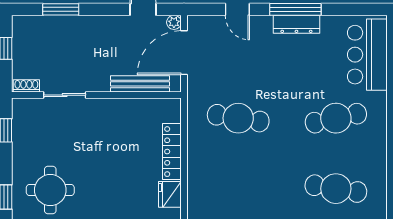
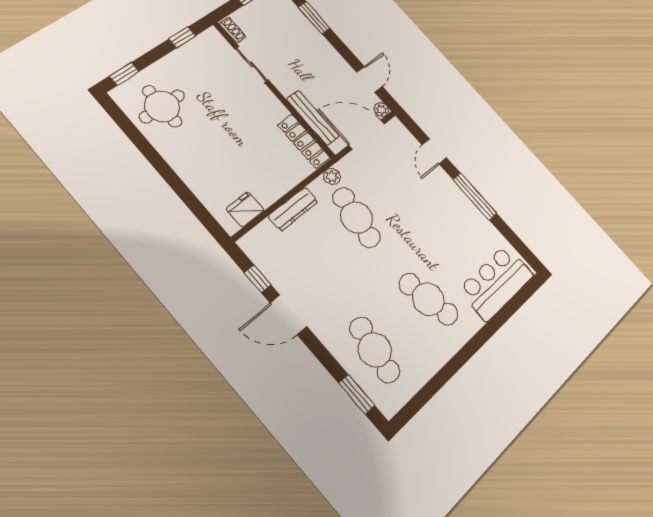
dresser: (296, 24) -> (293, 209), moved, turned -90
plant: (195, 109) -> (332, 177), added
locker: (172, 152) -> (304, 141), moved, turned -90

